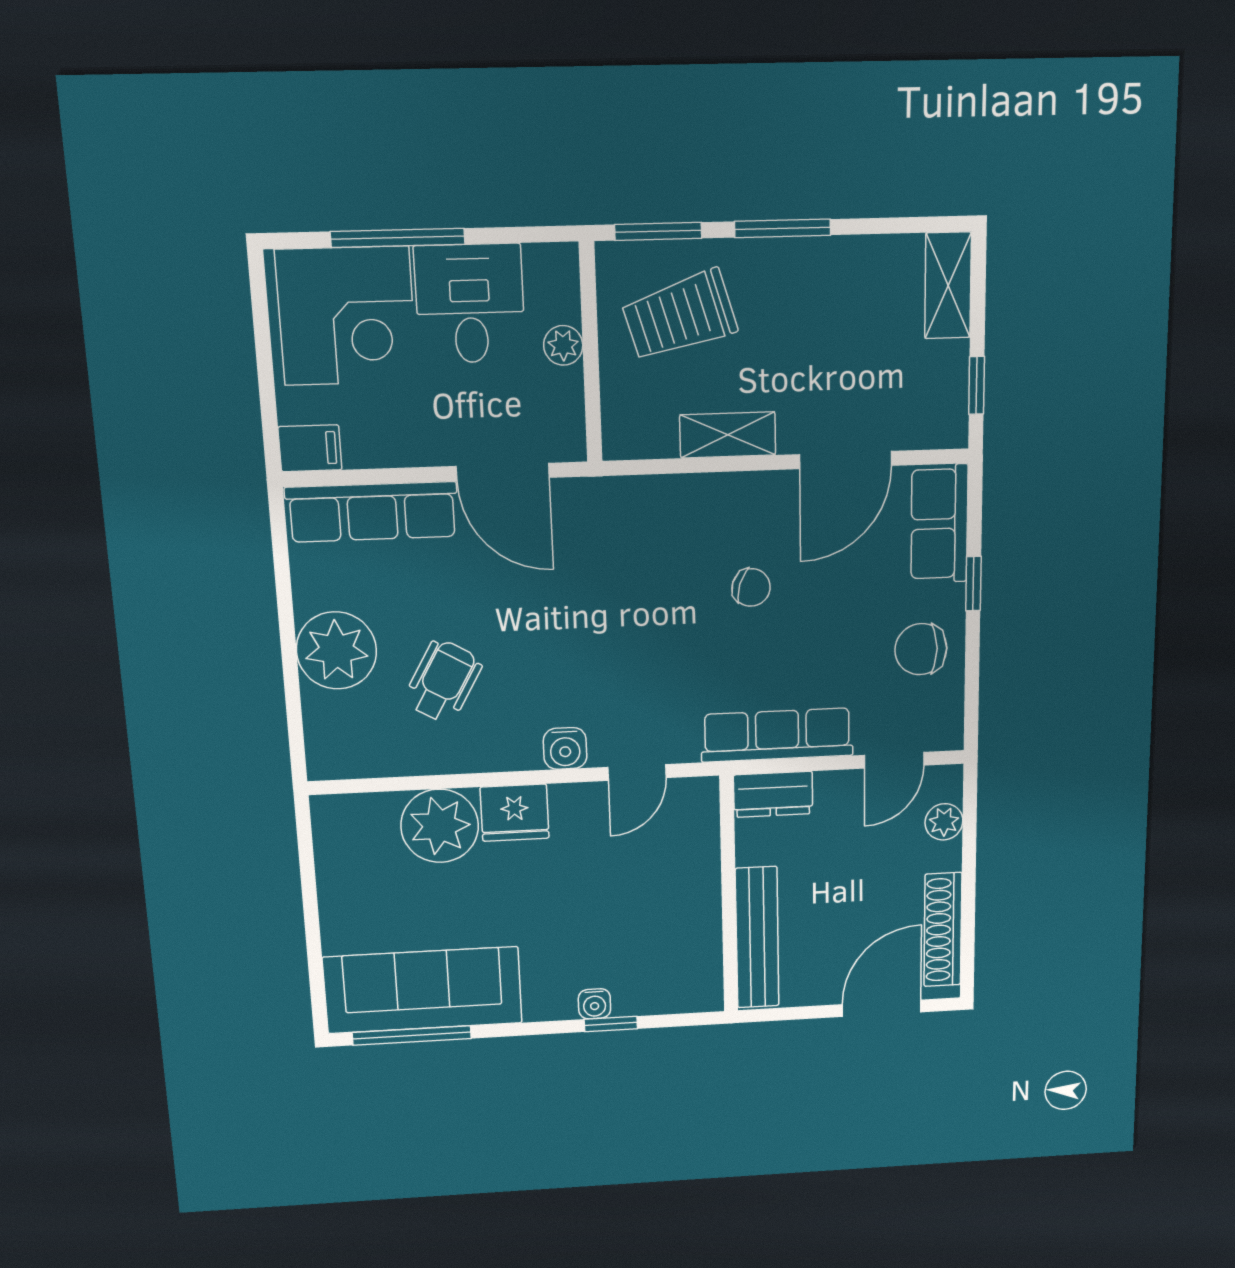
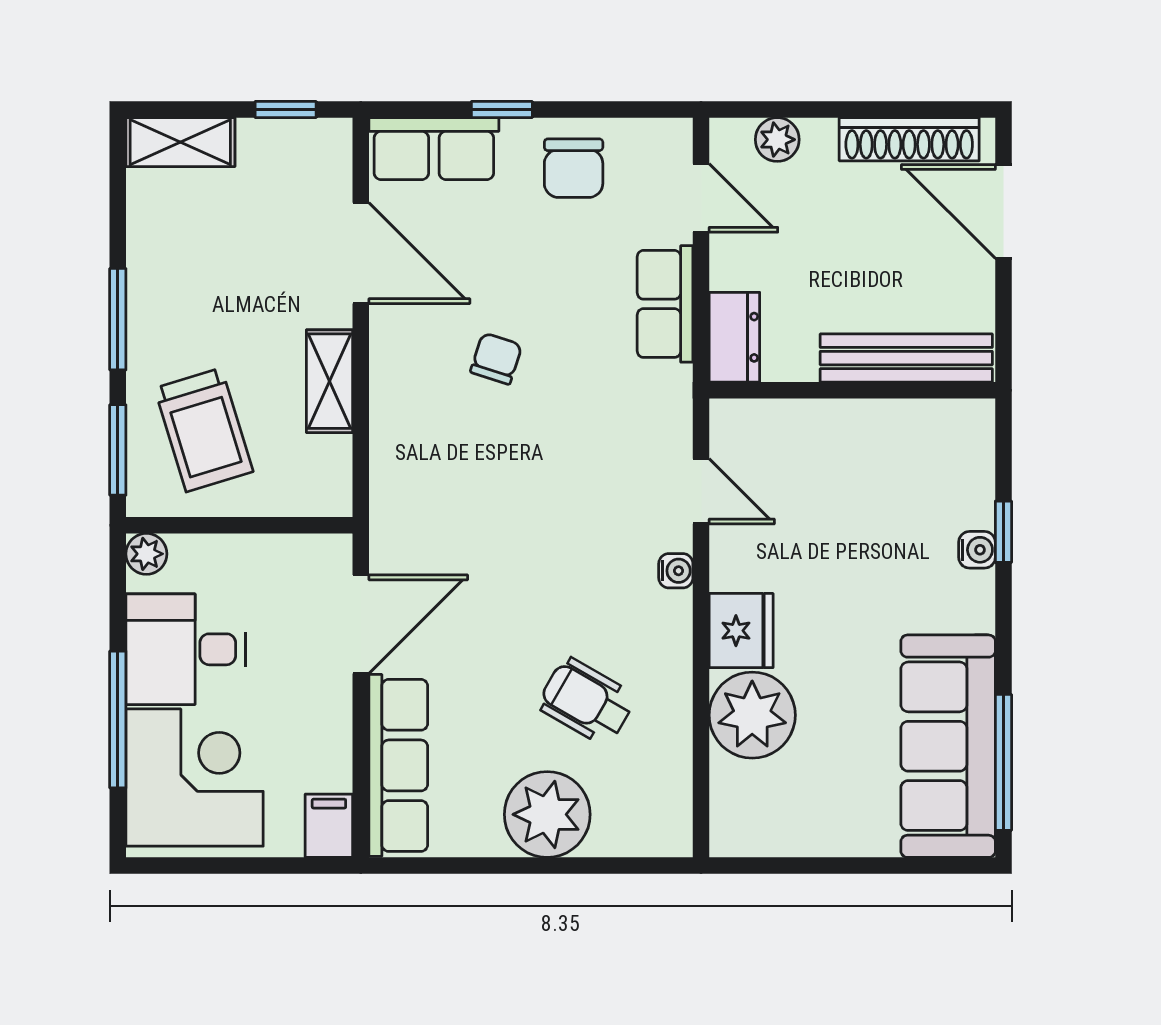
plant: (563, 345) -> (146, 554), moved
row of seats: (777, 735) -> (665, 304), width x0.68
water cooler: (565, 748) -> (676, 571), width x0.72, depth x0.72

